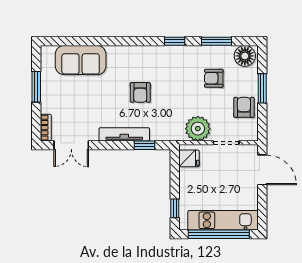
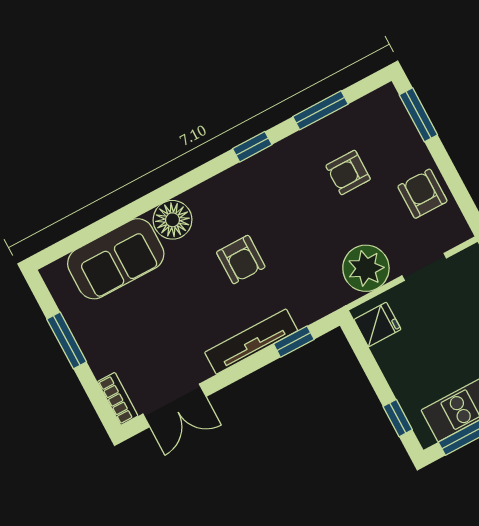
floor lamp: (245, 56) -> (173, 220), moved
window: (262, 88) -> (418, 115), moved

